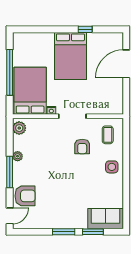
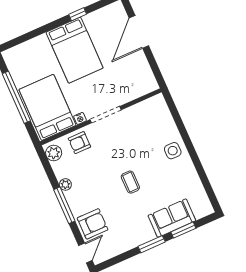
coffee table: (108, 135) -> (130, 182), moved
armchair: (82, 146) -> (79, 143), moved, turned 90
sofa: (106, 219) -> (172, 218), moved

